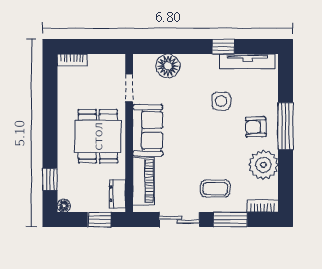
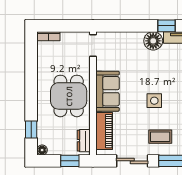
floor lamp: (168, 66) -> (153, 41), moved
doorway: (129, 88) -> (93, 46), moved
side table: (221, 101) -> (154, 101), moved

